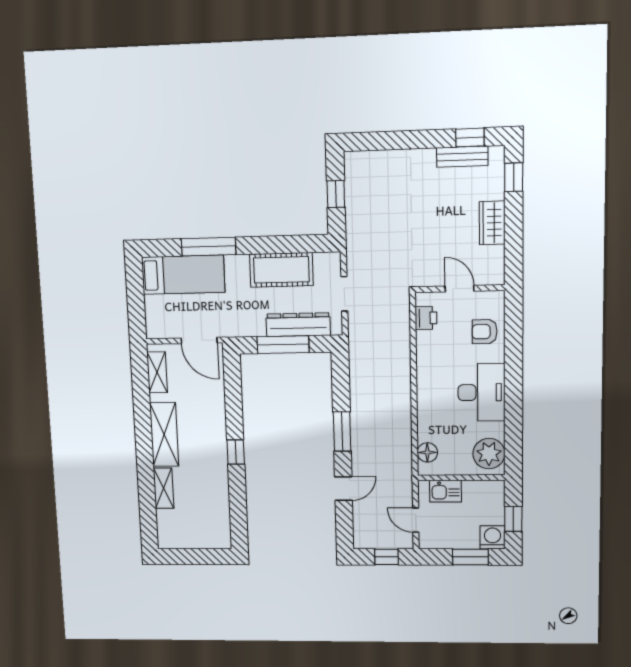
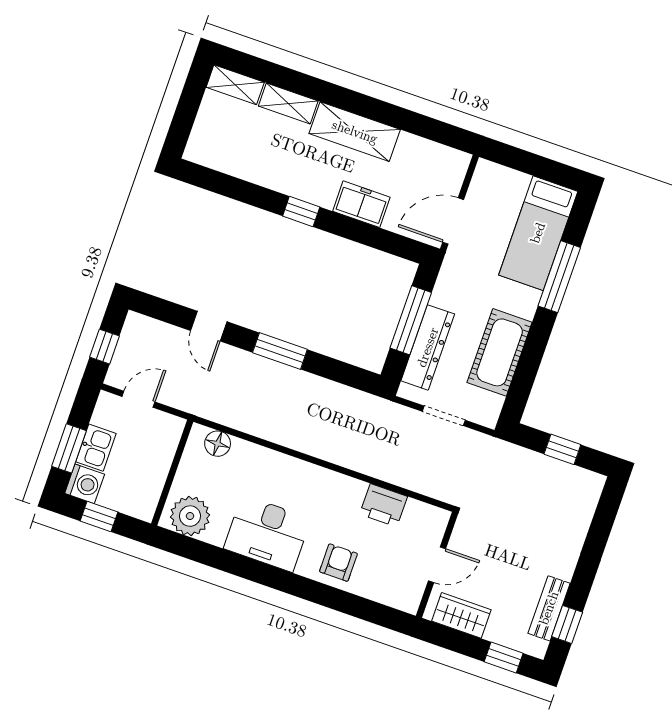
door: (460, 289) -> (437, 565), moved
wall: (460, 289) -> (437, 565), moved
printer: (426, 318) -> (384, 505), width x1.36, depth x1.24
shelving: (157, 372) -> (235, 85), moved
freezer: (213, 411) -> (361, 204), added
kitchen sink: (446, 491) -> (96, 448), moved, turned 180

